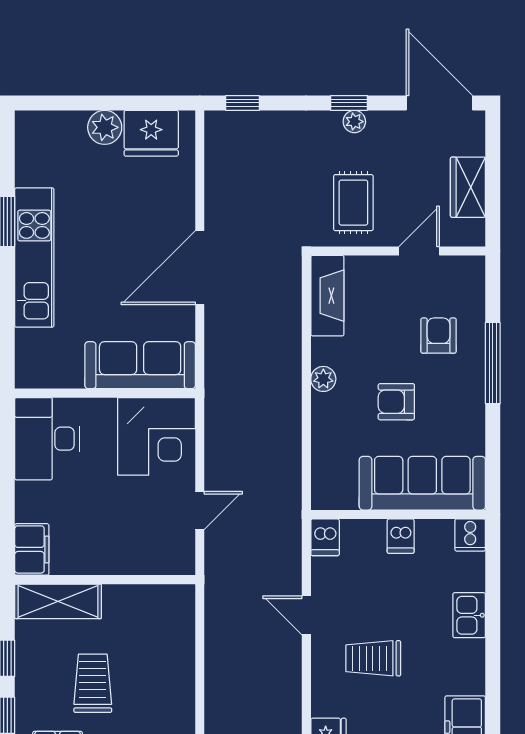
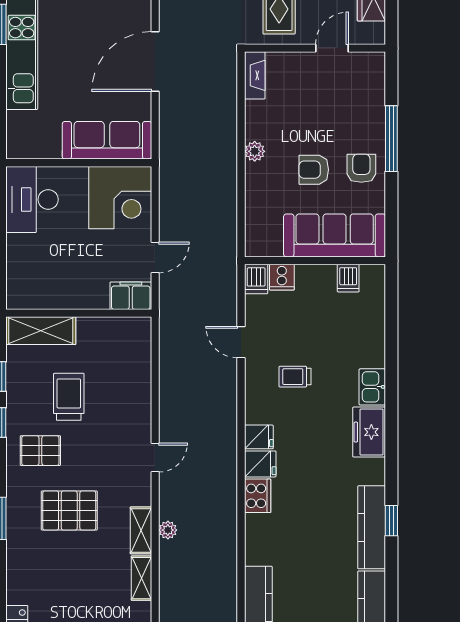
fireplace: (327, 296) -> (255, 75), width x0.73, depth x0.76
armchair: (438, 336) -> (361, 168), moved
cooker: (470, 535) -> (282, 277), moved
dishwasher: (401, 536) -> (348, 278), moved
filing cabinet: (32, 549) -> (131, 296), moved, turned -90
kitchen sink: (469, 615) -> (372, 387), moved
trolley: (373, 658) -> (295, 377), width x0.73, depth x0.72

